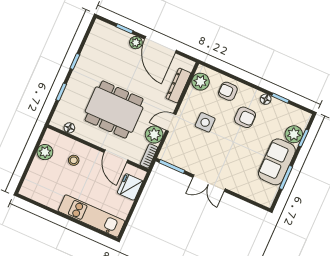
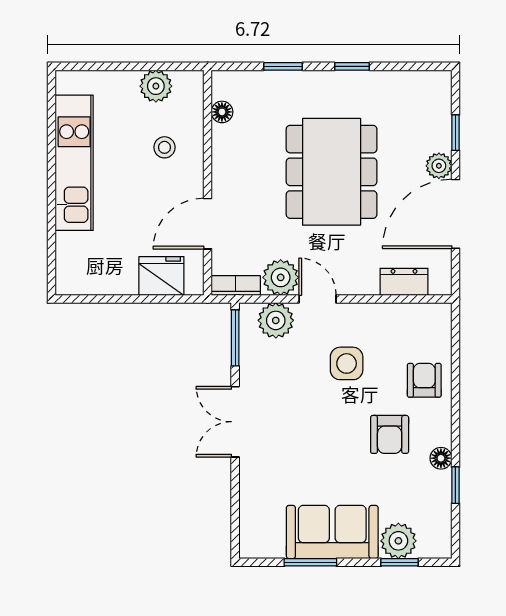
plant: (200, 82) -> (276, 320), moved
dresser: (178, 85) -> (404, 282), width x0.70
dining table: (114, 110) -> (332, 172), moved
kitchen unit: (91, 216) -> (74, 163), moved

